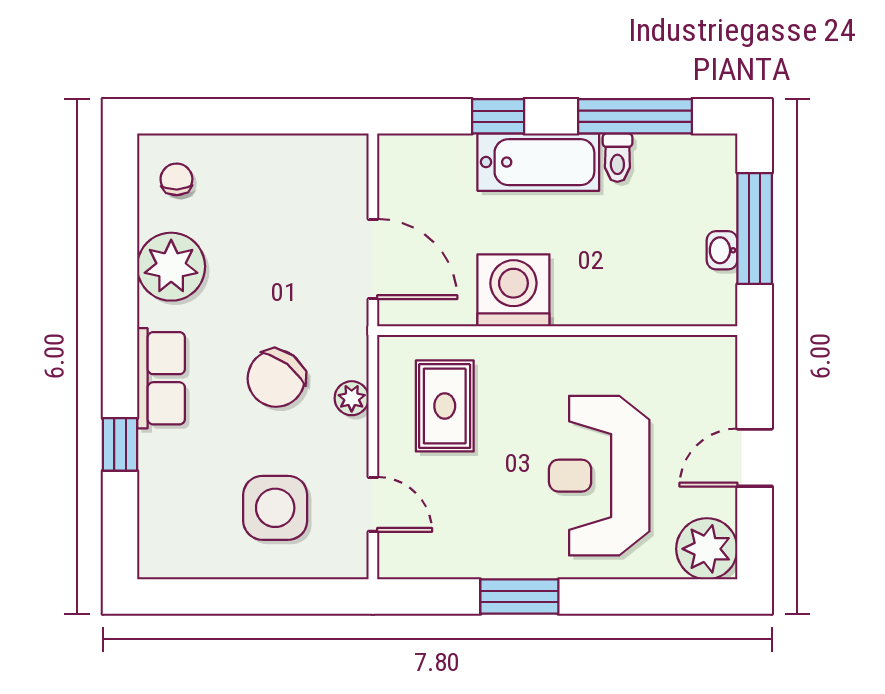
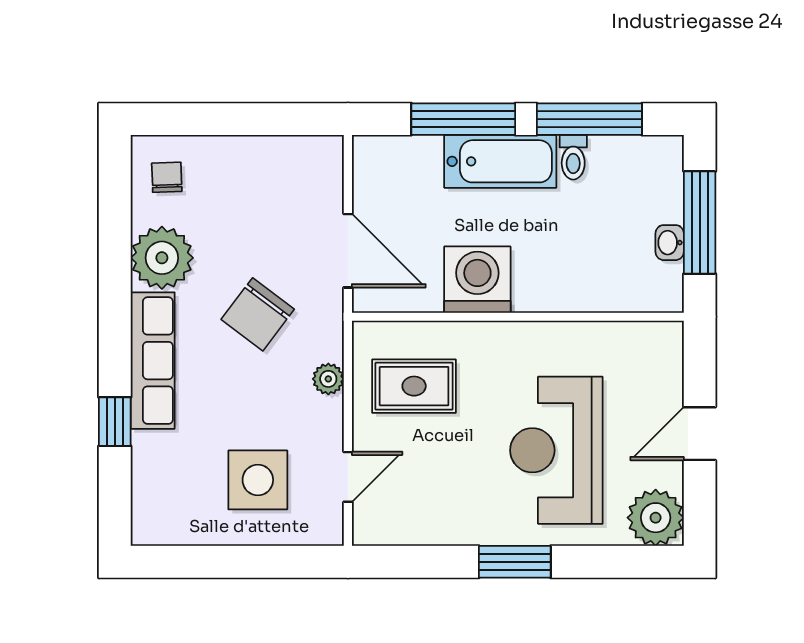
window: (498, 116) -> (463, 119), width x2.17
row of seats: (161, 378) -> (153, 361), width x1.48
chair: (276, 378) -> (258, 314), moved
rug: (445, 406) -> (414, 386), turned 90
door: (373, 504) -> (348, 477), hinge flipped
window: (519, 597) -> (515, 562), moved

